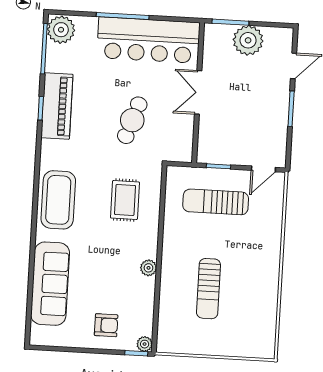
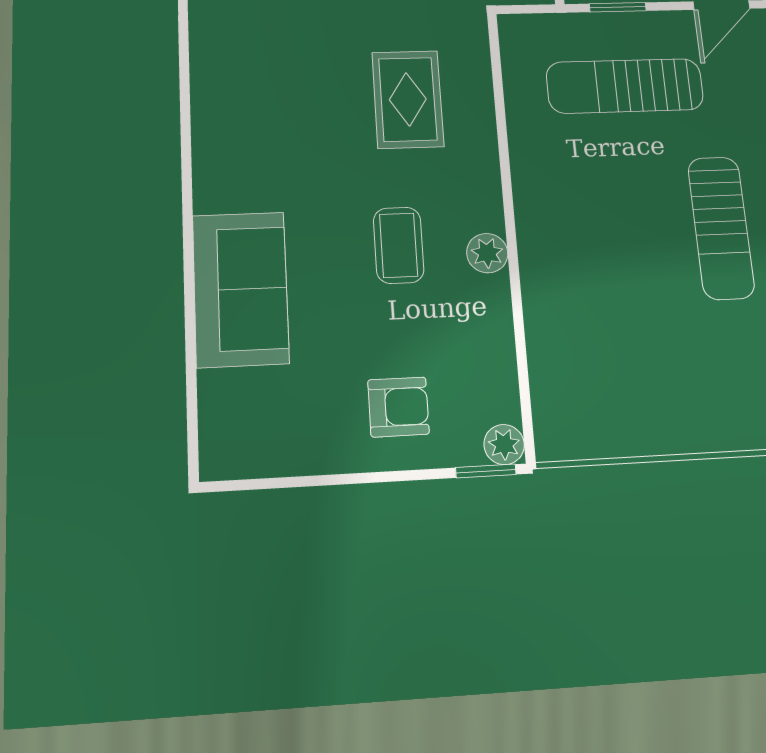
coffee table: (58, 200) -> (399, 245), moved, width x0.54, depth x0.58
sofa: (50, 284) -> (241, 289), width x0.73
sun lounger: (208, 289) -> (721, 228), moved

